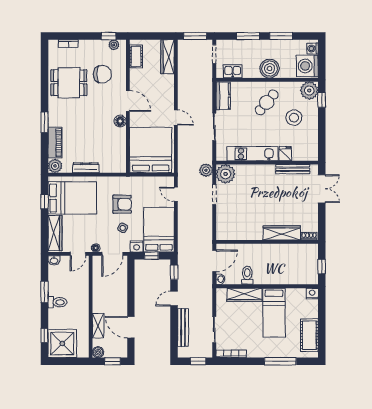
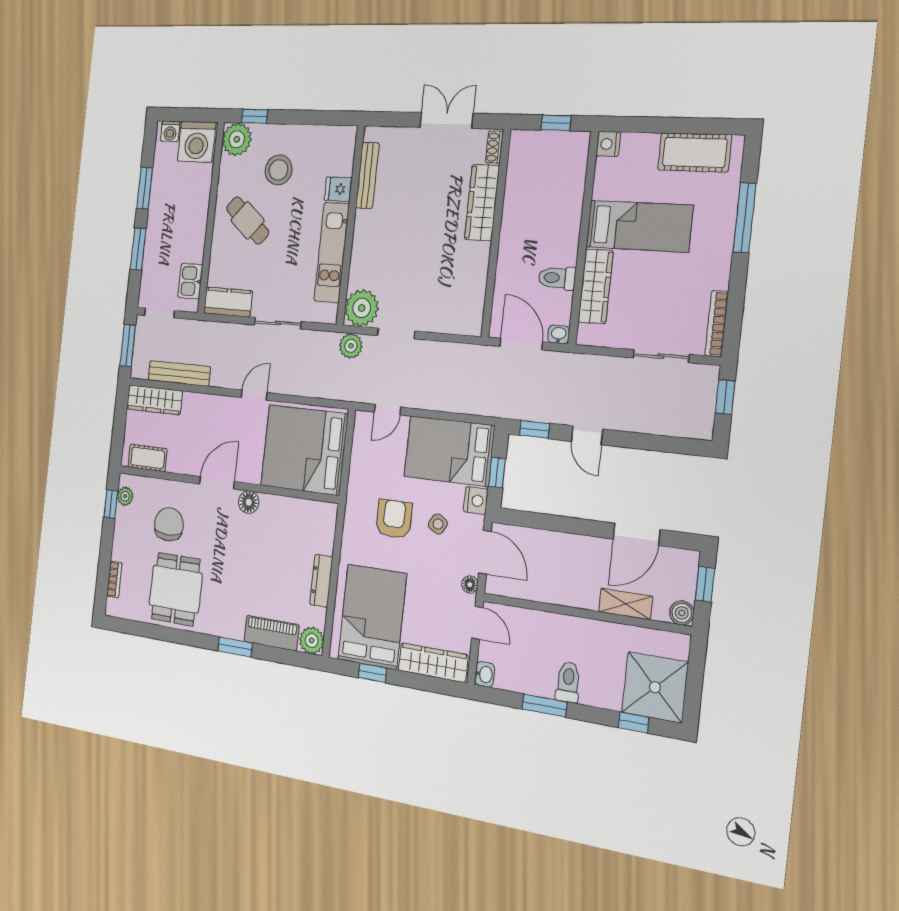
boiler: (270, 69) -> (193, 212), removed
double door: (322, 189) -> (446, 120), moved
bench: (183, 327) -> (179, 373), moved

